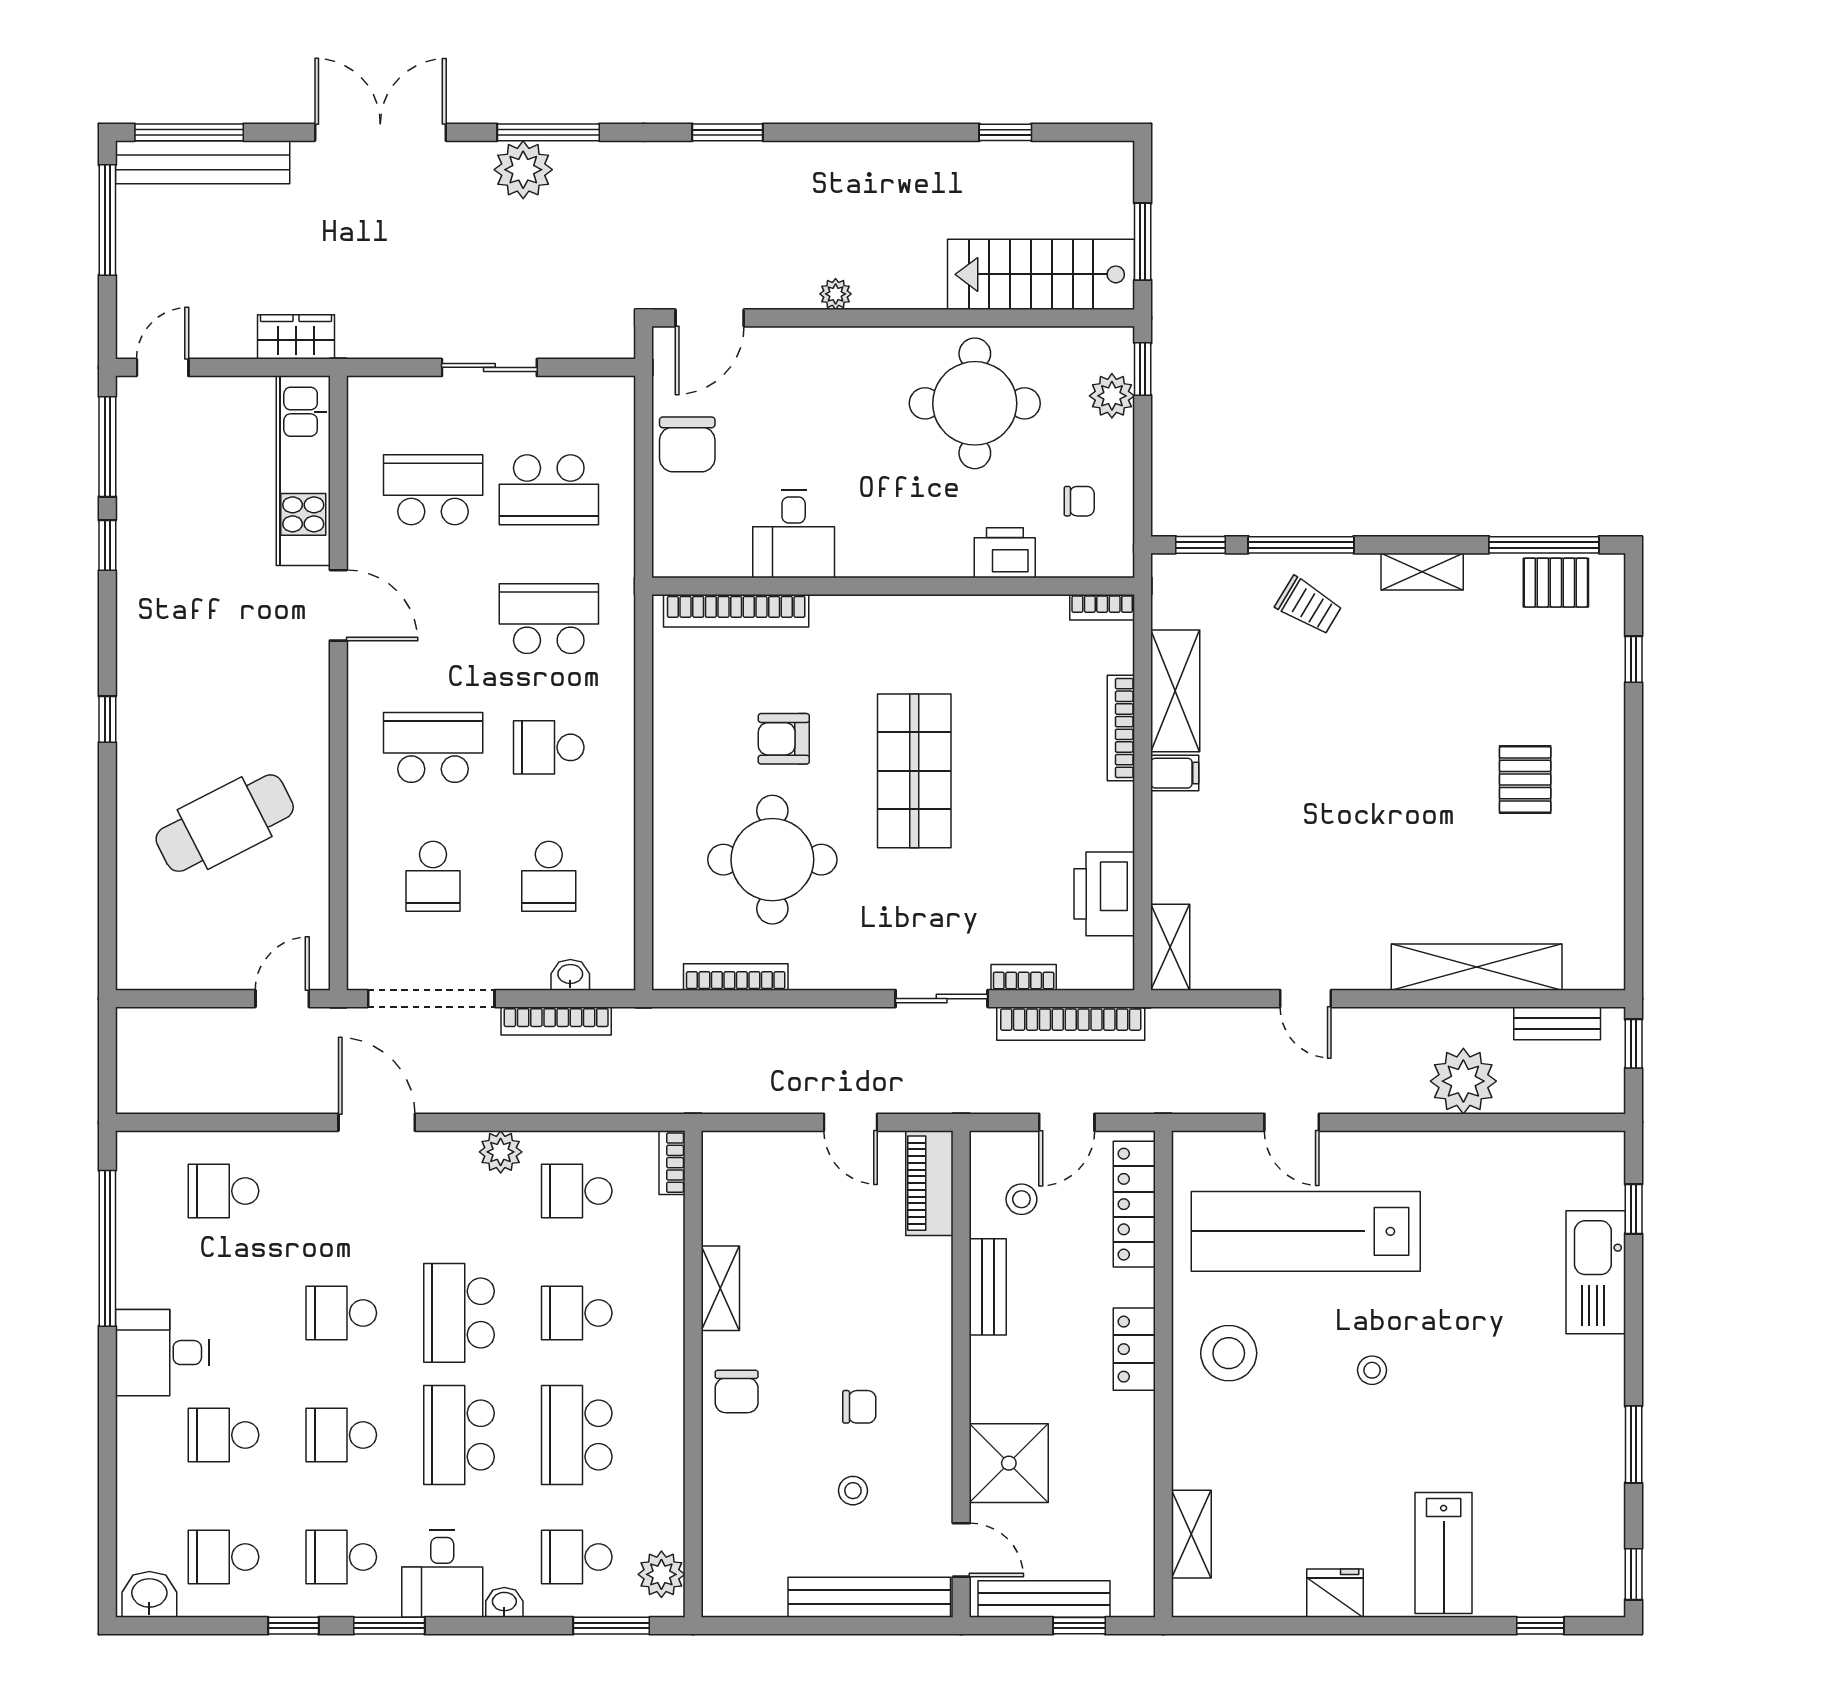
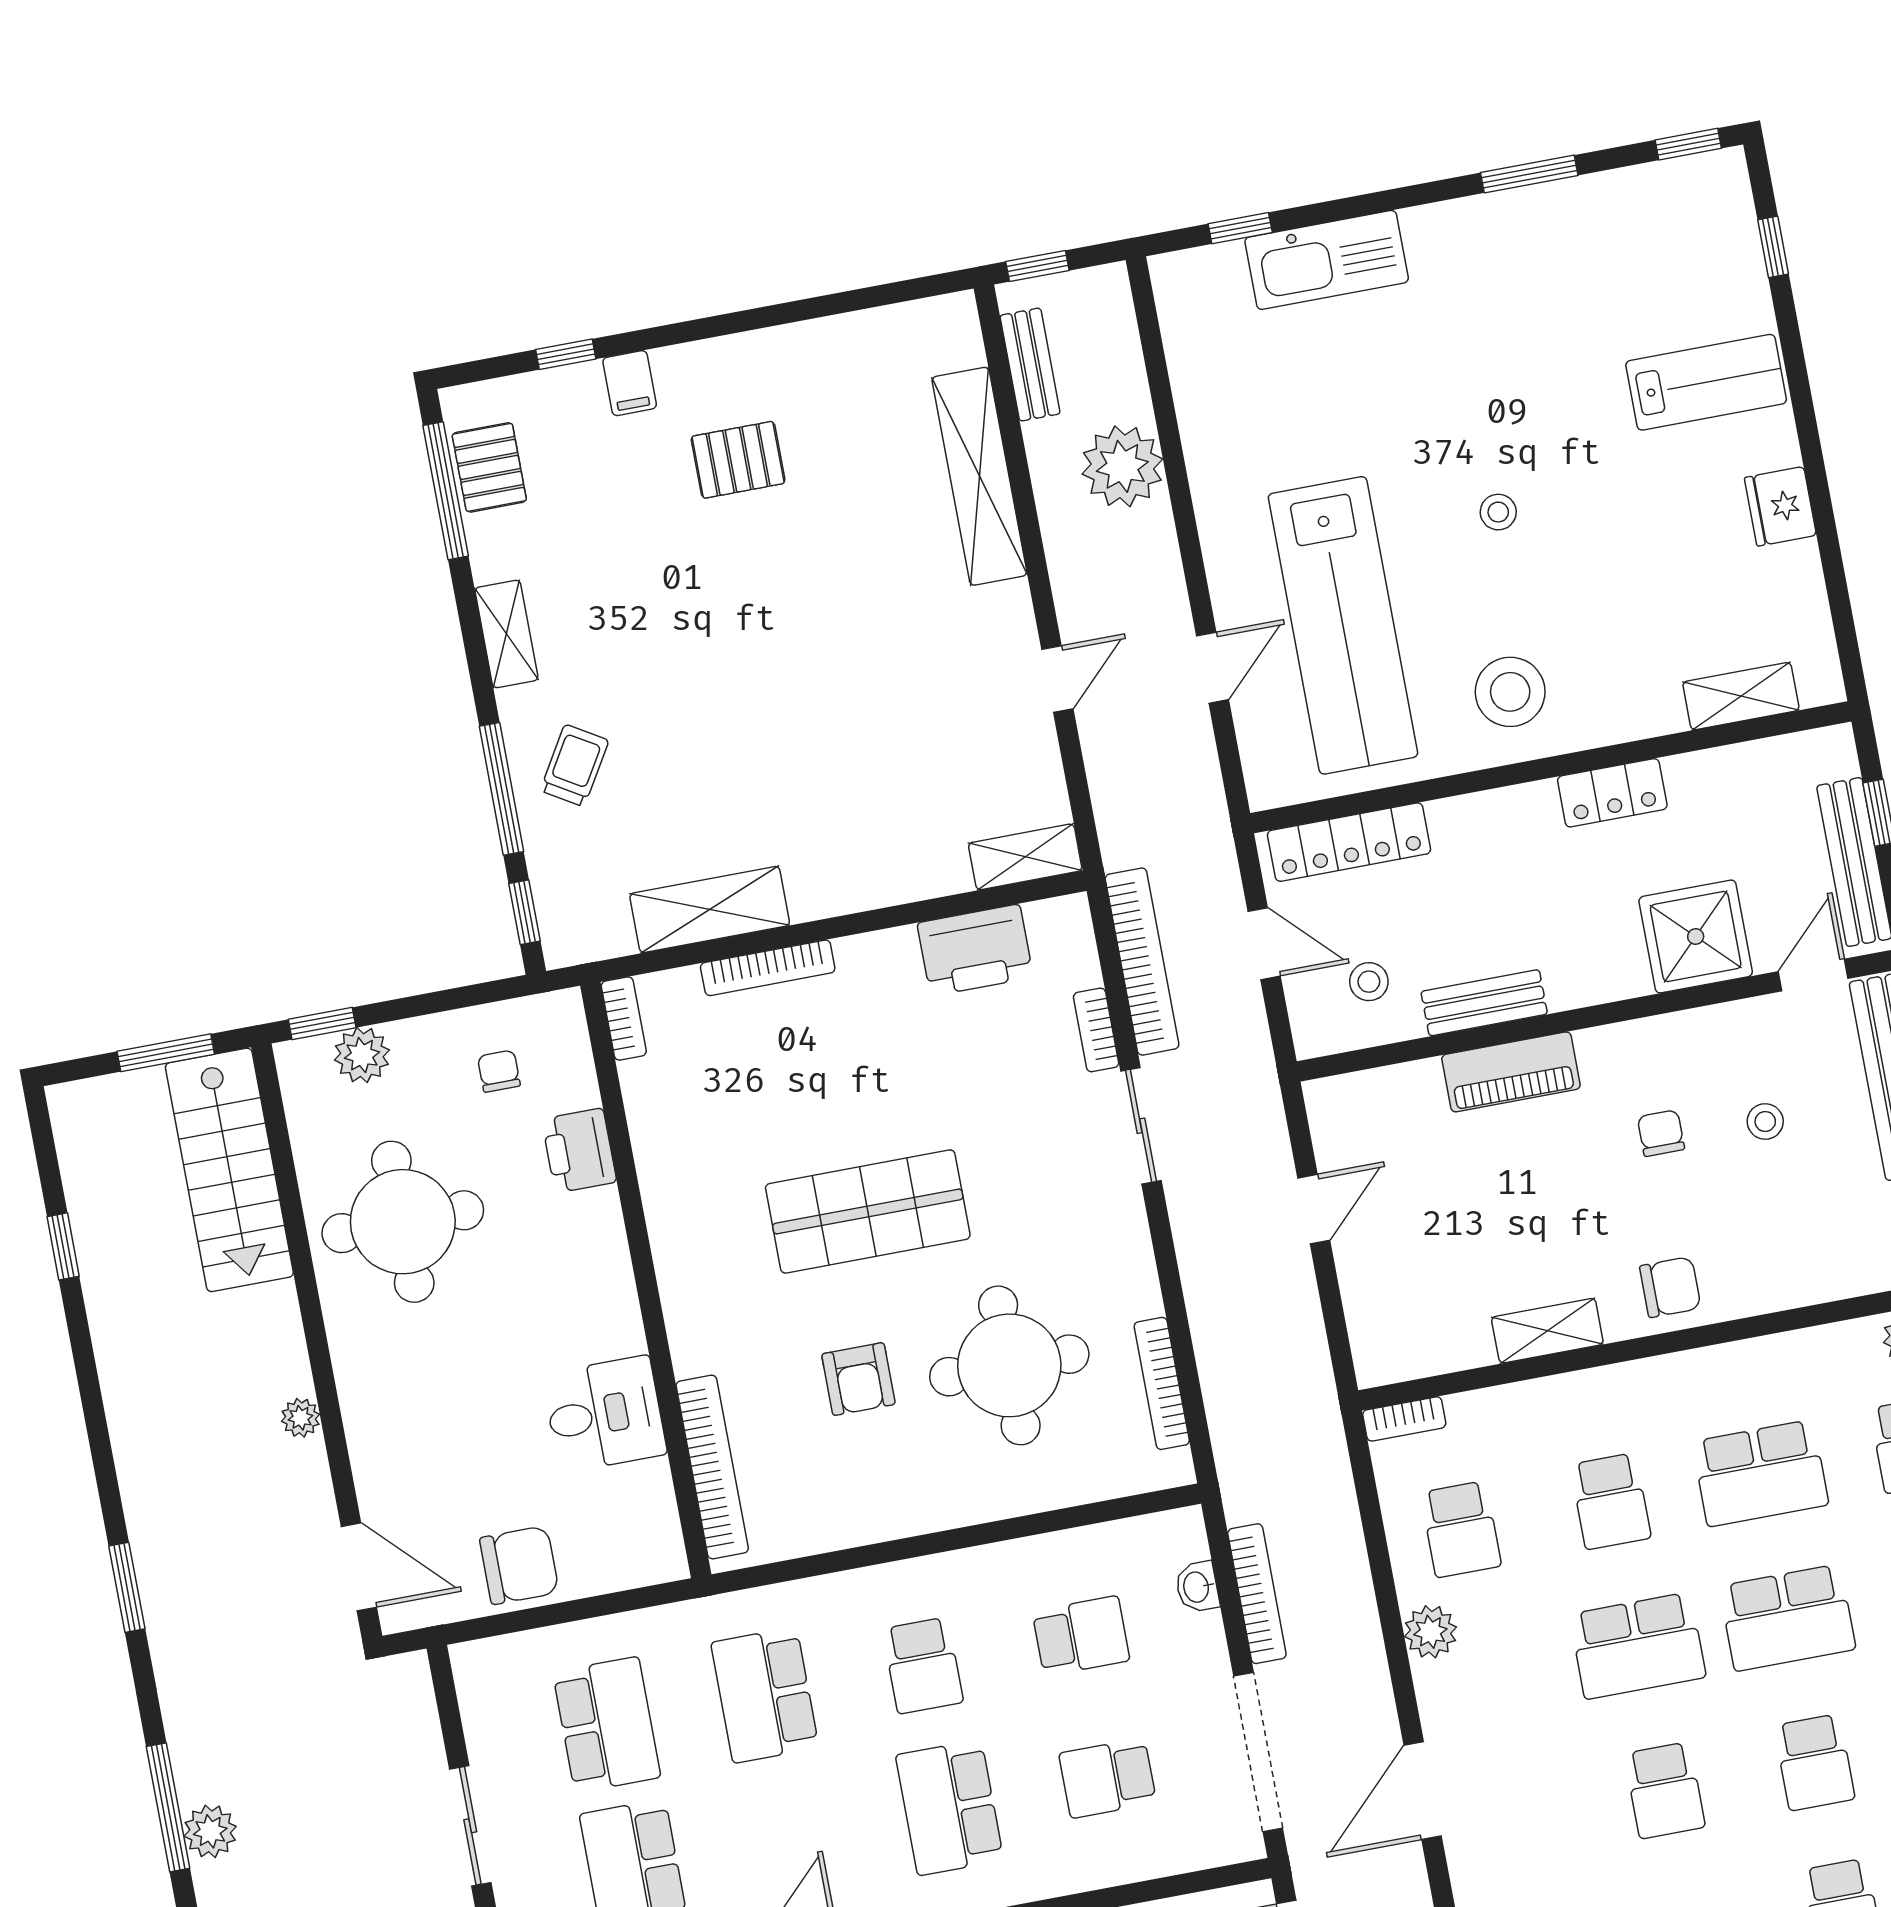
plant: (523, 170) -> (210, 1831), width x0.73, depth x0.73
filing cabinet: (1175, 773) -> (630, 383), moved, turned 180
school desk: (433, 876) -> (1108, 1778), turned 180
piano: (929, 1183) -> (1511, 1072), moved
locker: (1134, 1349) -> (1612, 793), moved

